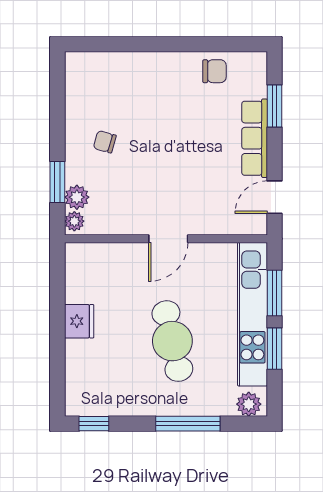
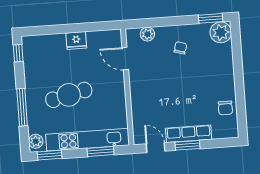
window: (274, 106) -> (187, 145), moved
window: (57, 182) -> (211, 18), moved
plant: (74, 221) -> (221, 32), moved, width x1.88, depth x1.88
door: (168, 239) -> (125, 59), moved
window: (274, 349) -> (50, 155), moved

